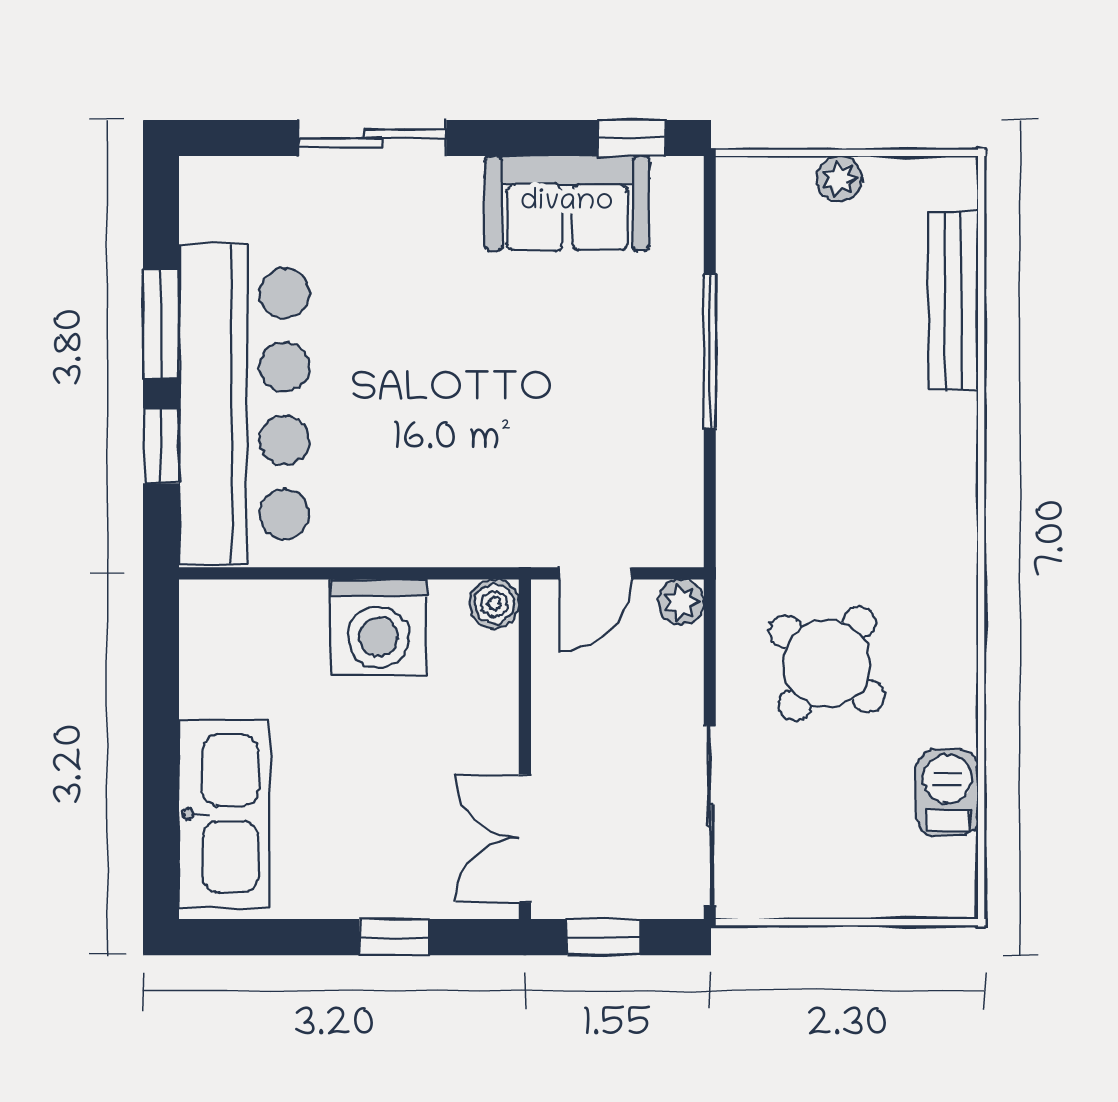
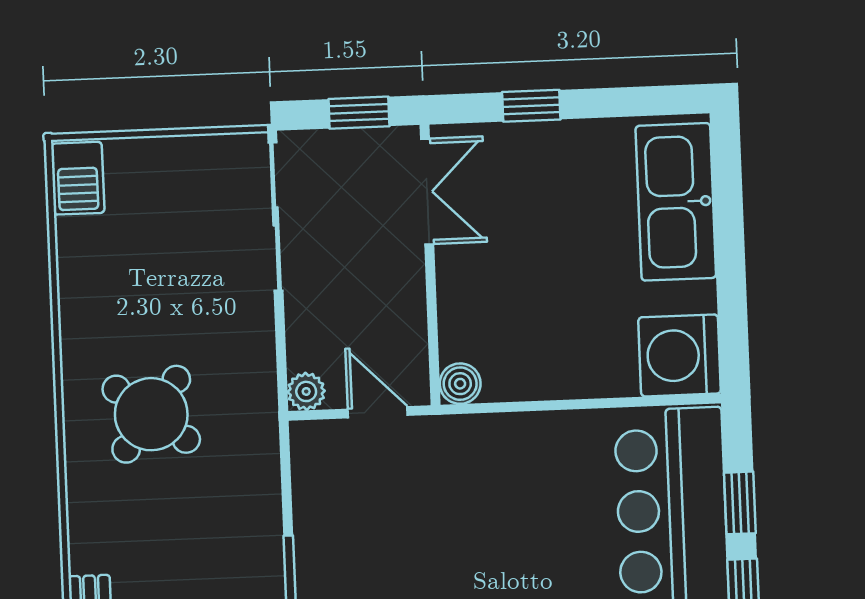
door: (596, 573) -> (378, 412), hinge flipped
washing machine: (379, 627) -> (680, 355), moved, turned -90
round table: (827, 664) -> (151, 414), moved
barbecue: (947, 793) -> (78, 178), moved

